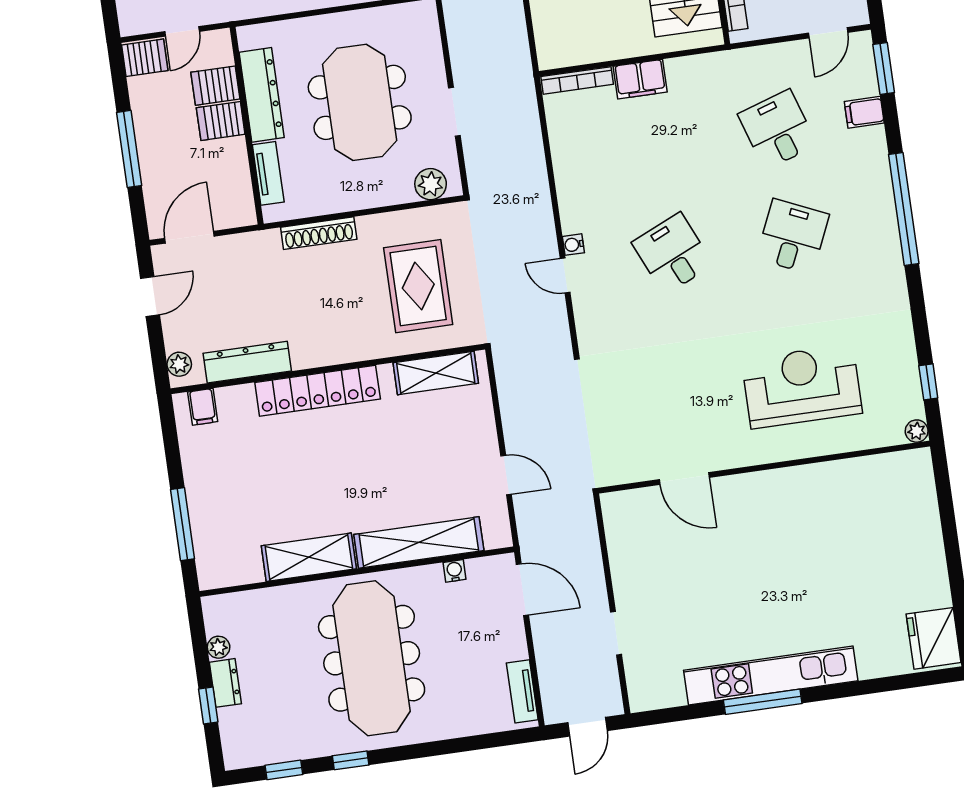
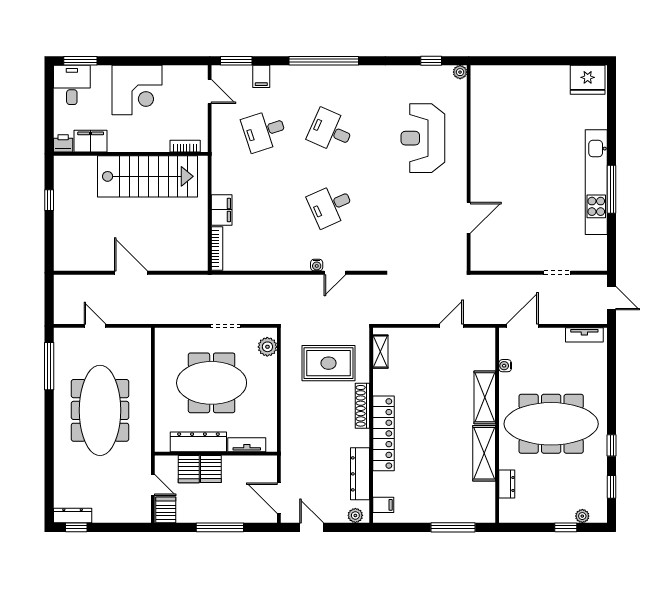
shoe rack: (319, 233) -> (362, 406), moved, turned 180
shelving: (436, 373) -> (380, 352), width x0.67, depth x0.75
shelving: (419, 542) -> (485, 397), width x0.68
plant: (219, 647) -> (582, 516), moved
dresser: (225, 683) -> (507, 484), moved, turned 90

